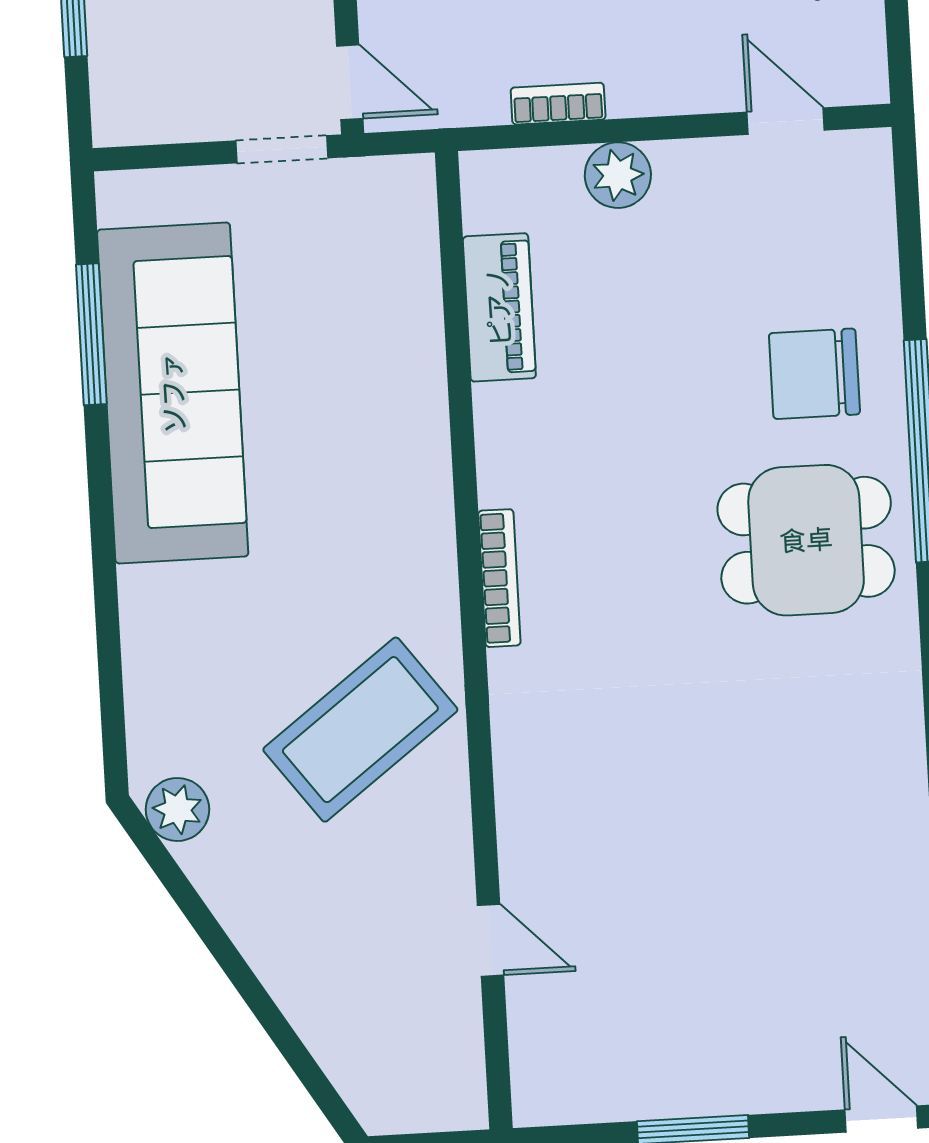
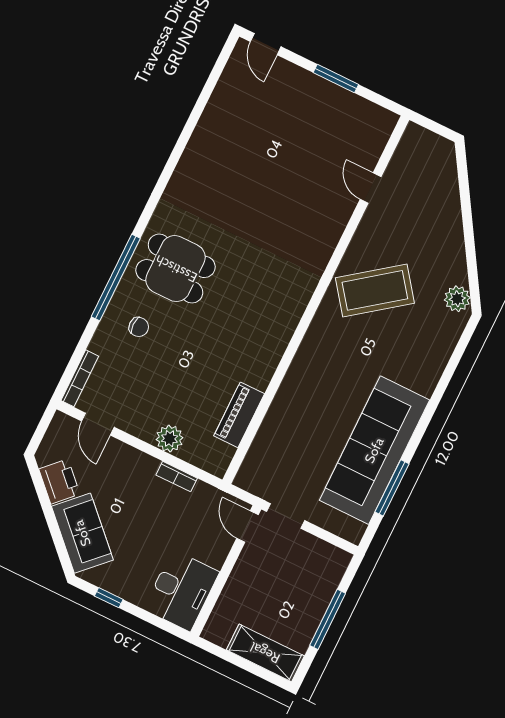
chair: (814, 374) -> (139, 327), width x0.54, depth x0.54
bookcase: (499, 578) -> (80, 378), moved, turned 180

